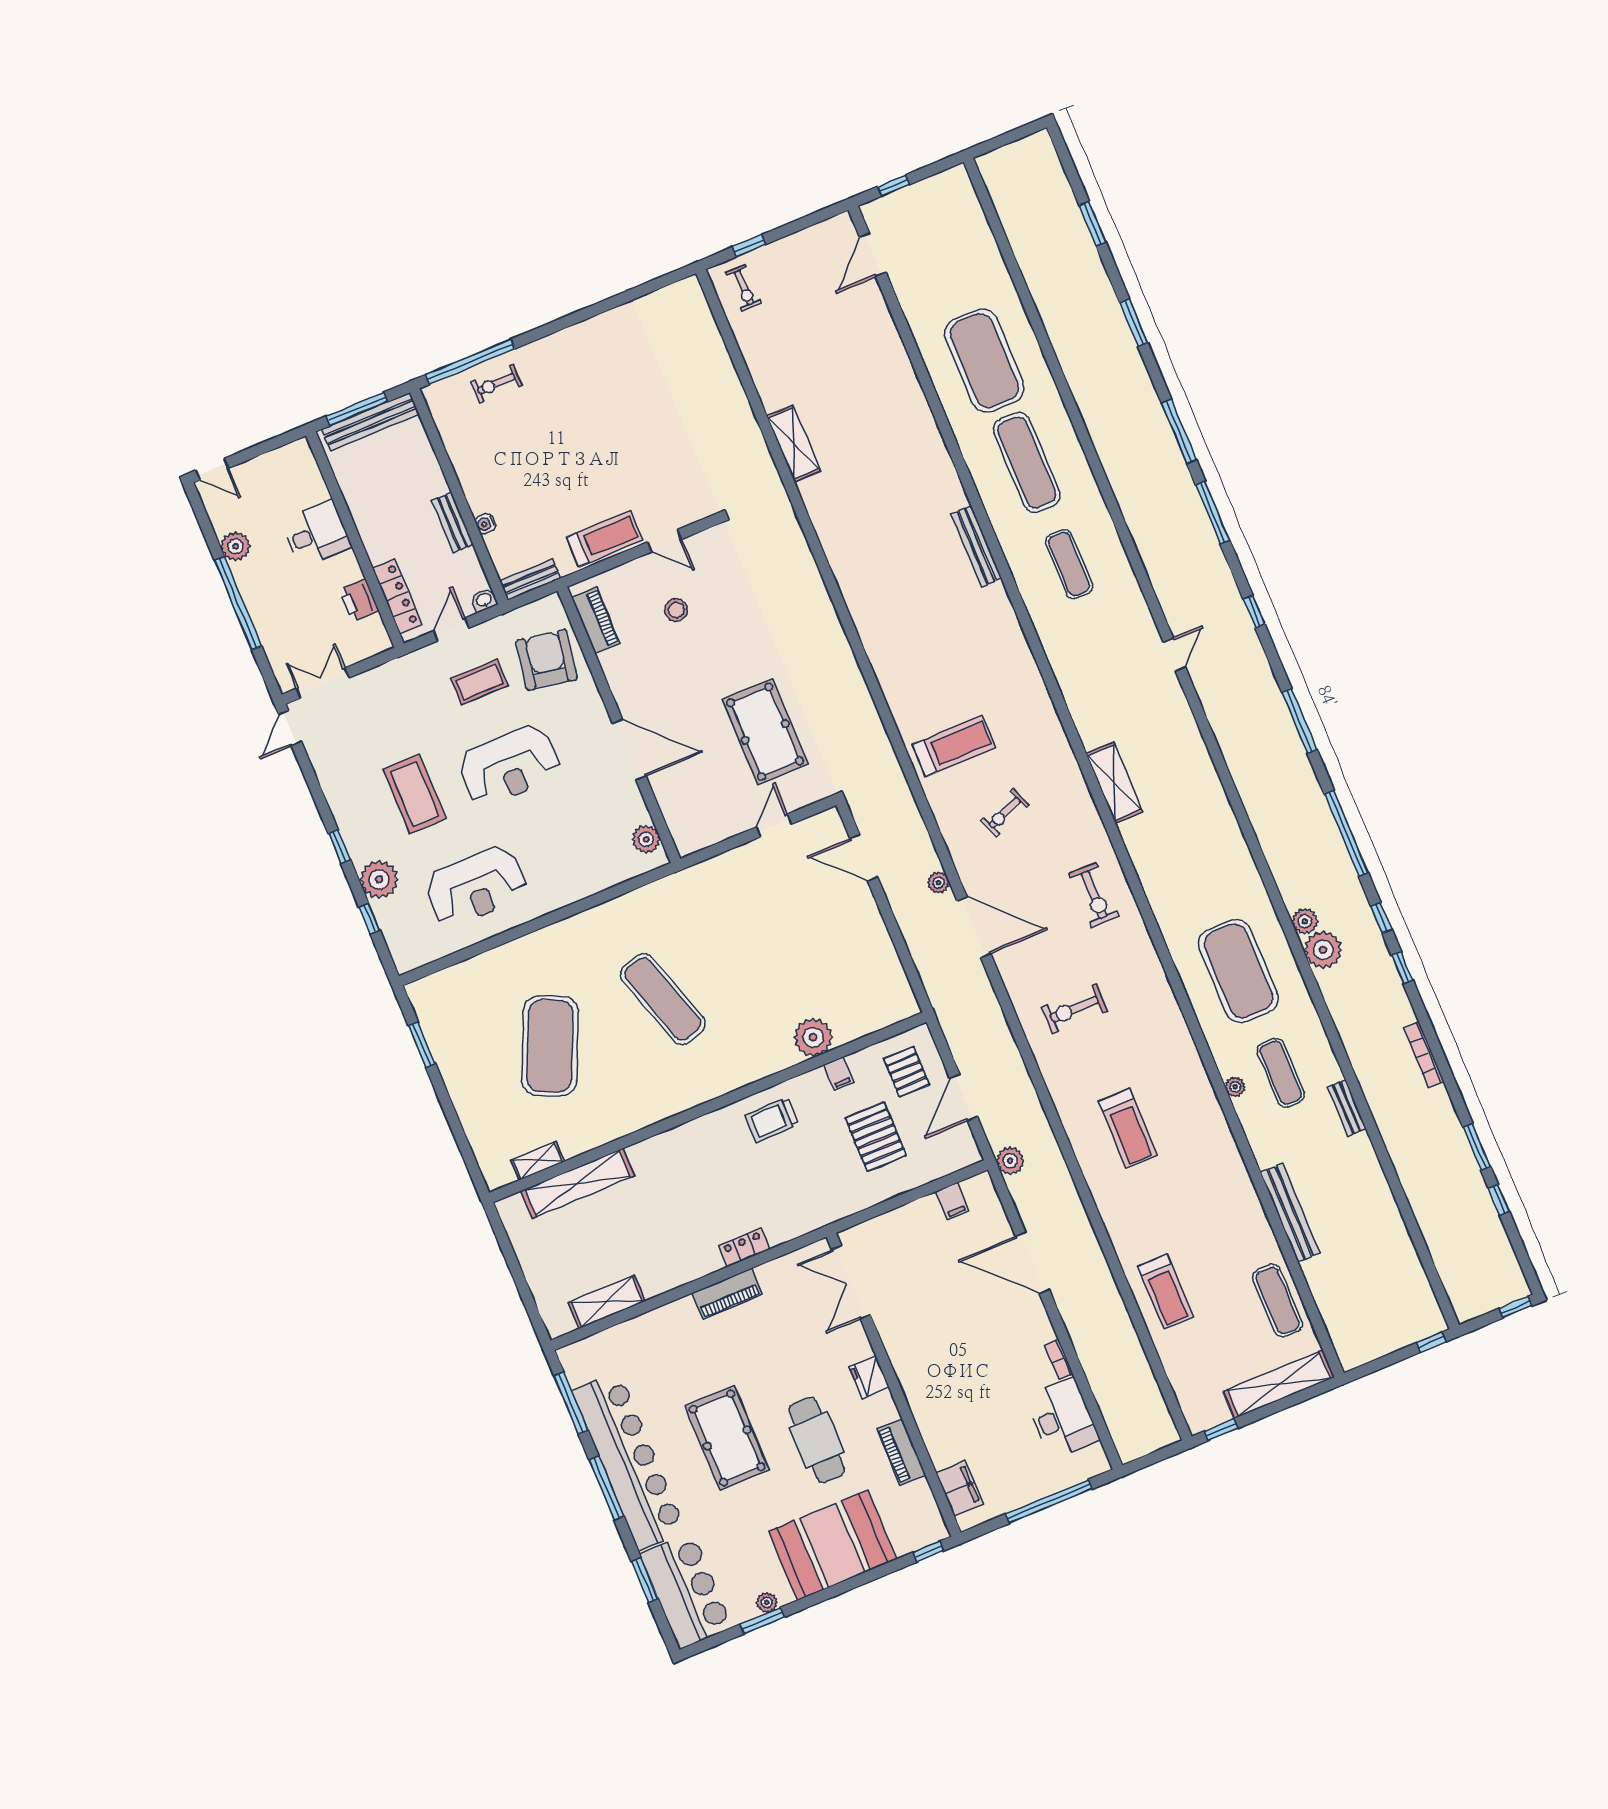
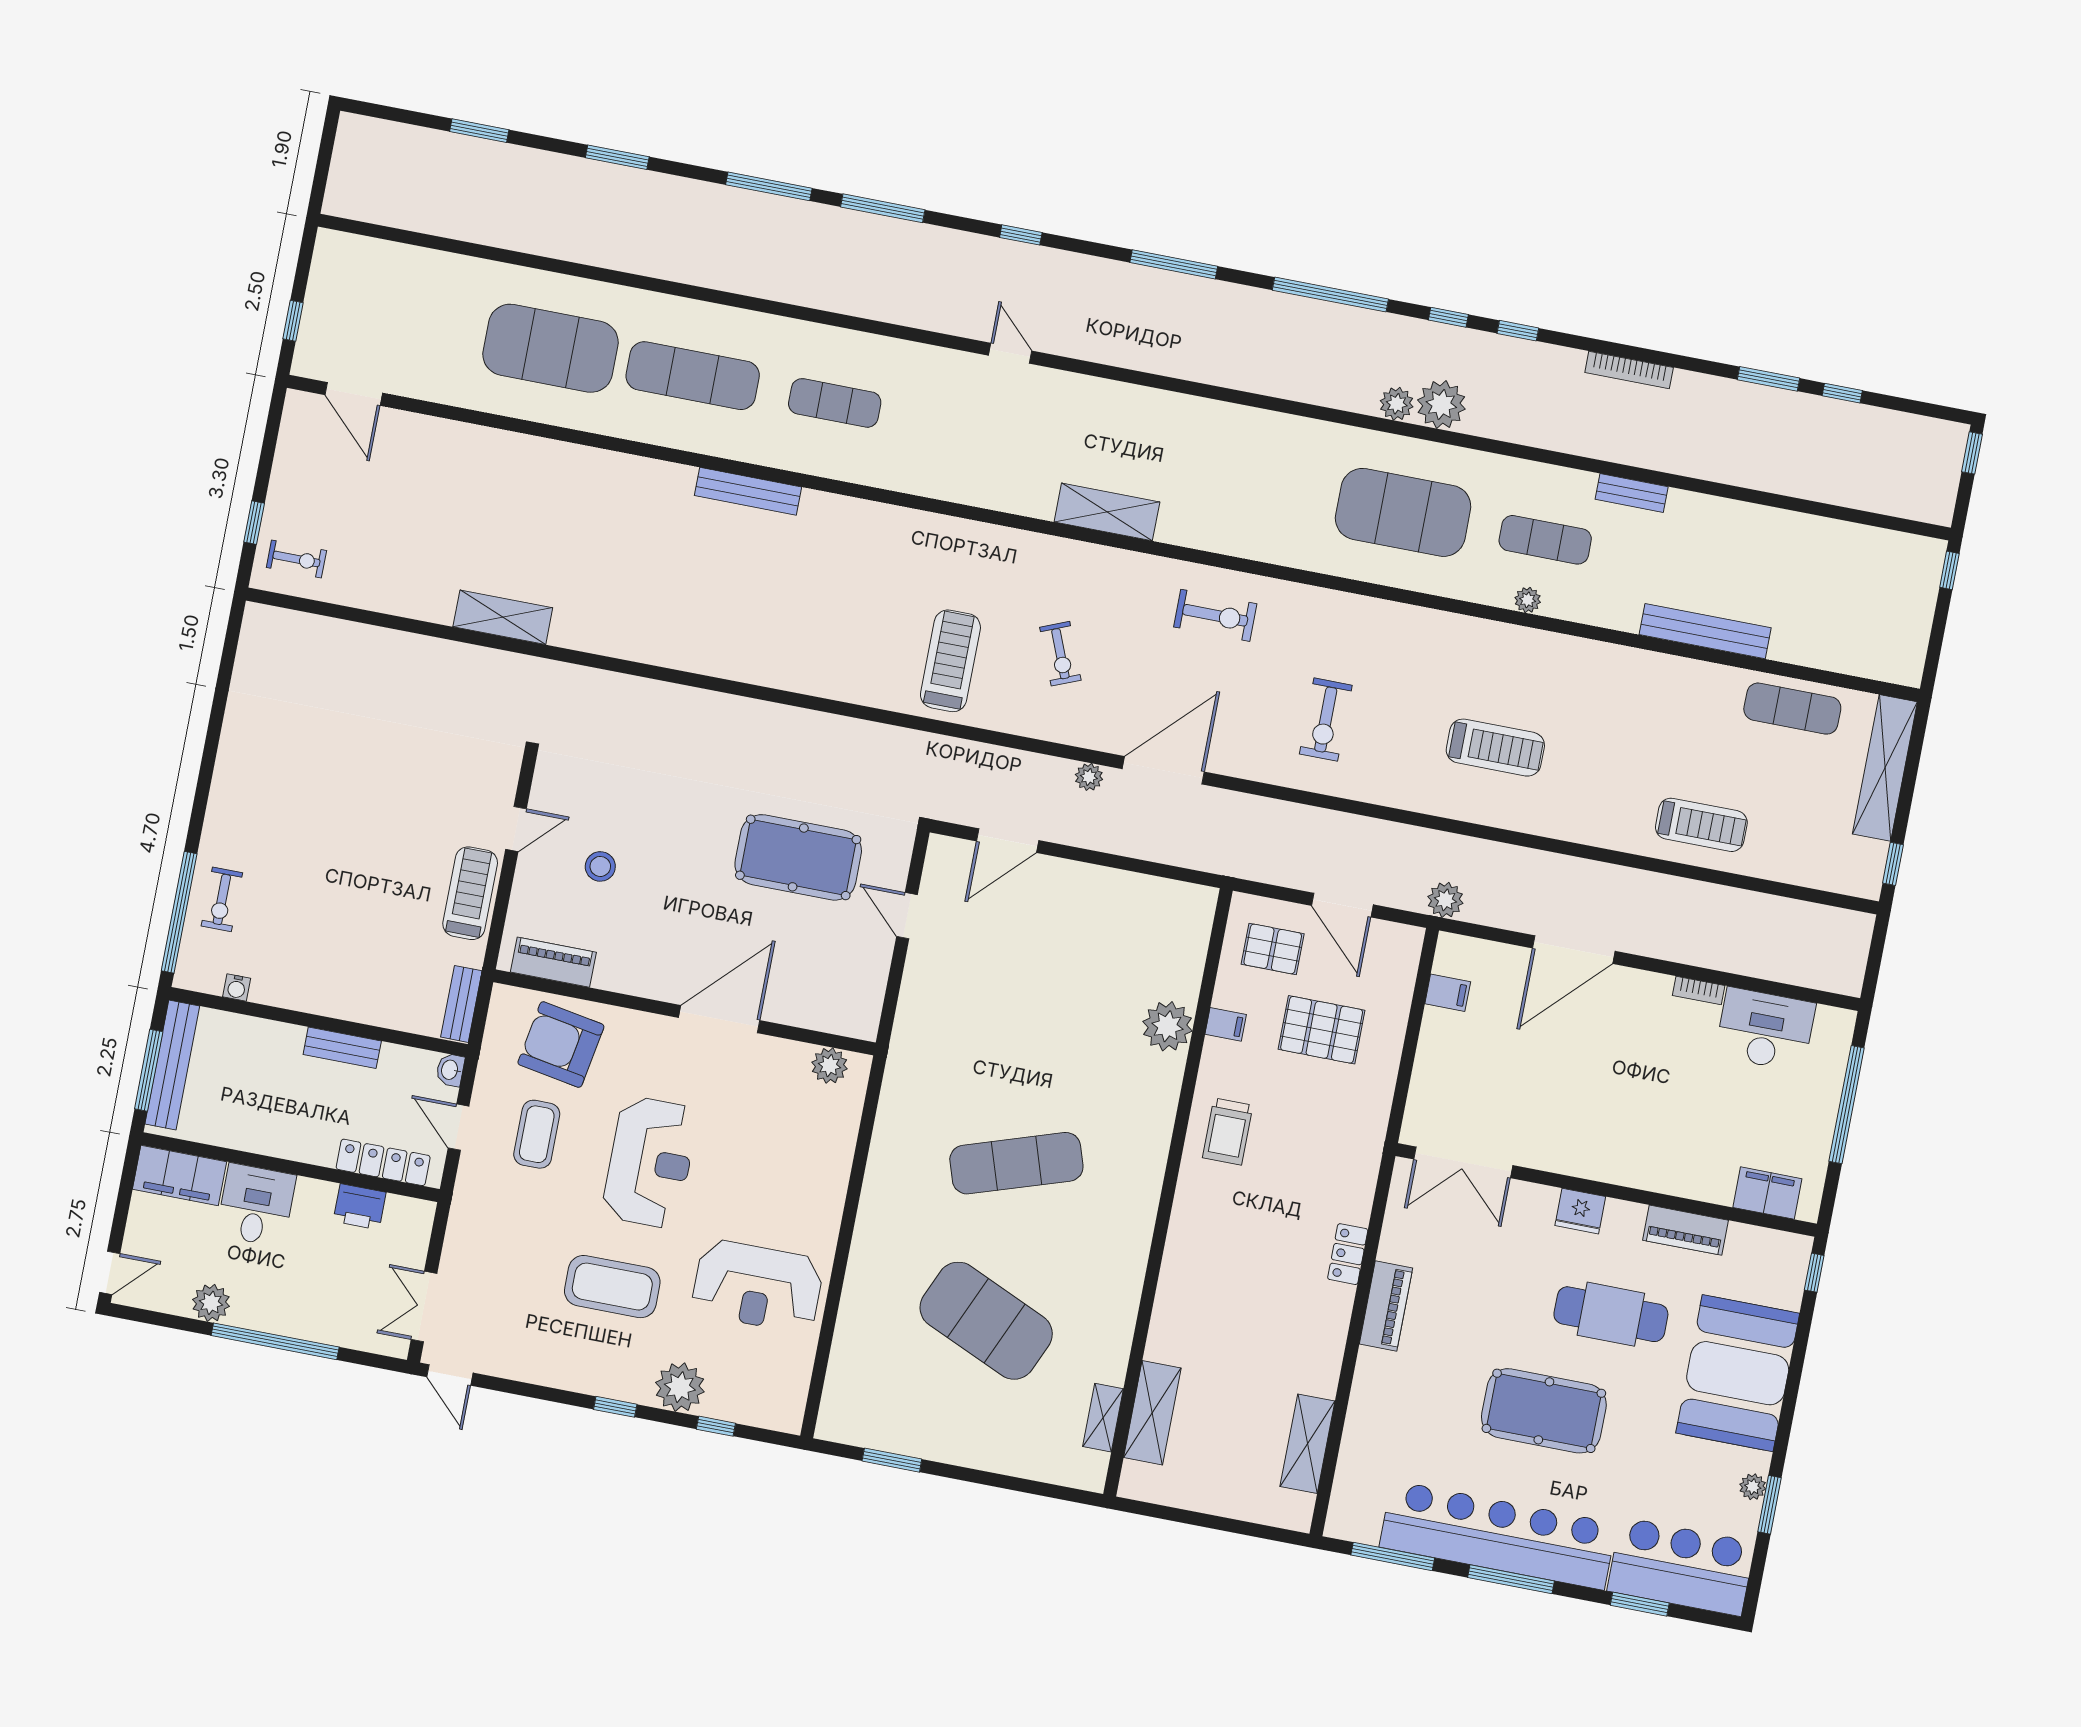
filing cabinet: (303, 473) -> (179, 1175), added
water cooler: (485, 524) -> (237, 988), moved
reception desk: (476, 886) -> (758, 1286), turned 90
shelving: (578, 1183) -> (1152, 1413), width x0.68

